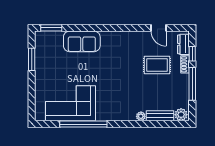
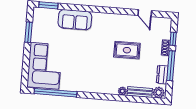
dresser: (183, 44) -> (162, 75), moved
rug: (157, 65) -> (127, 50), moved
corner sofa: (70, 103) -> (45, 66), moved, turned 90
window: (83, 124) -> (55, 93), moved

